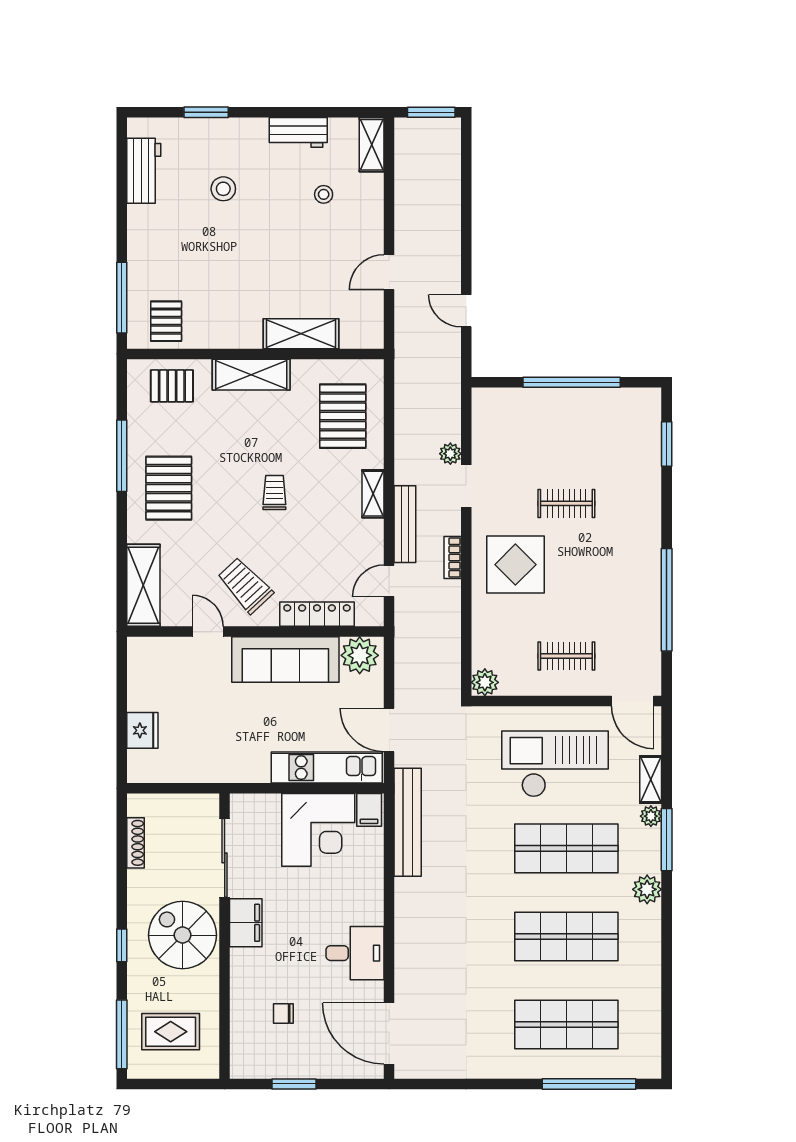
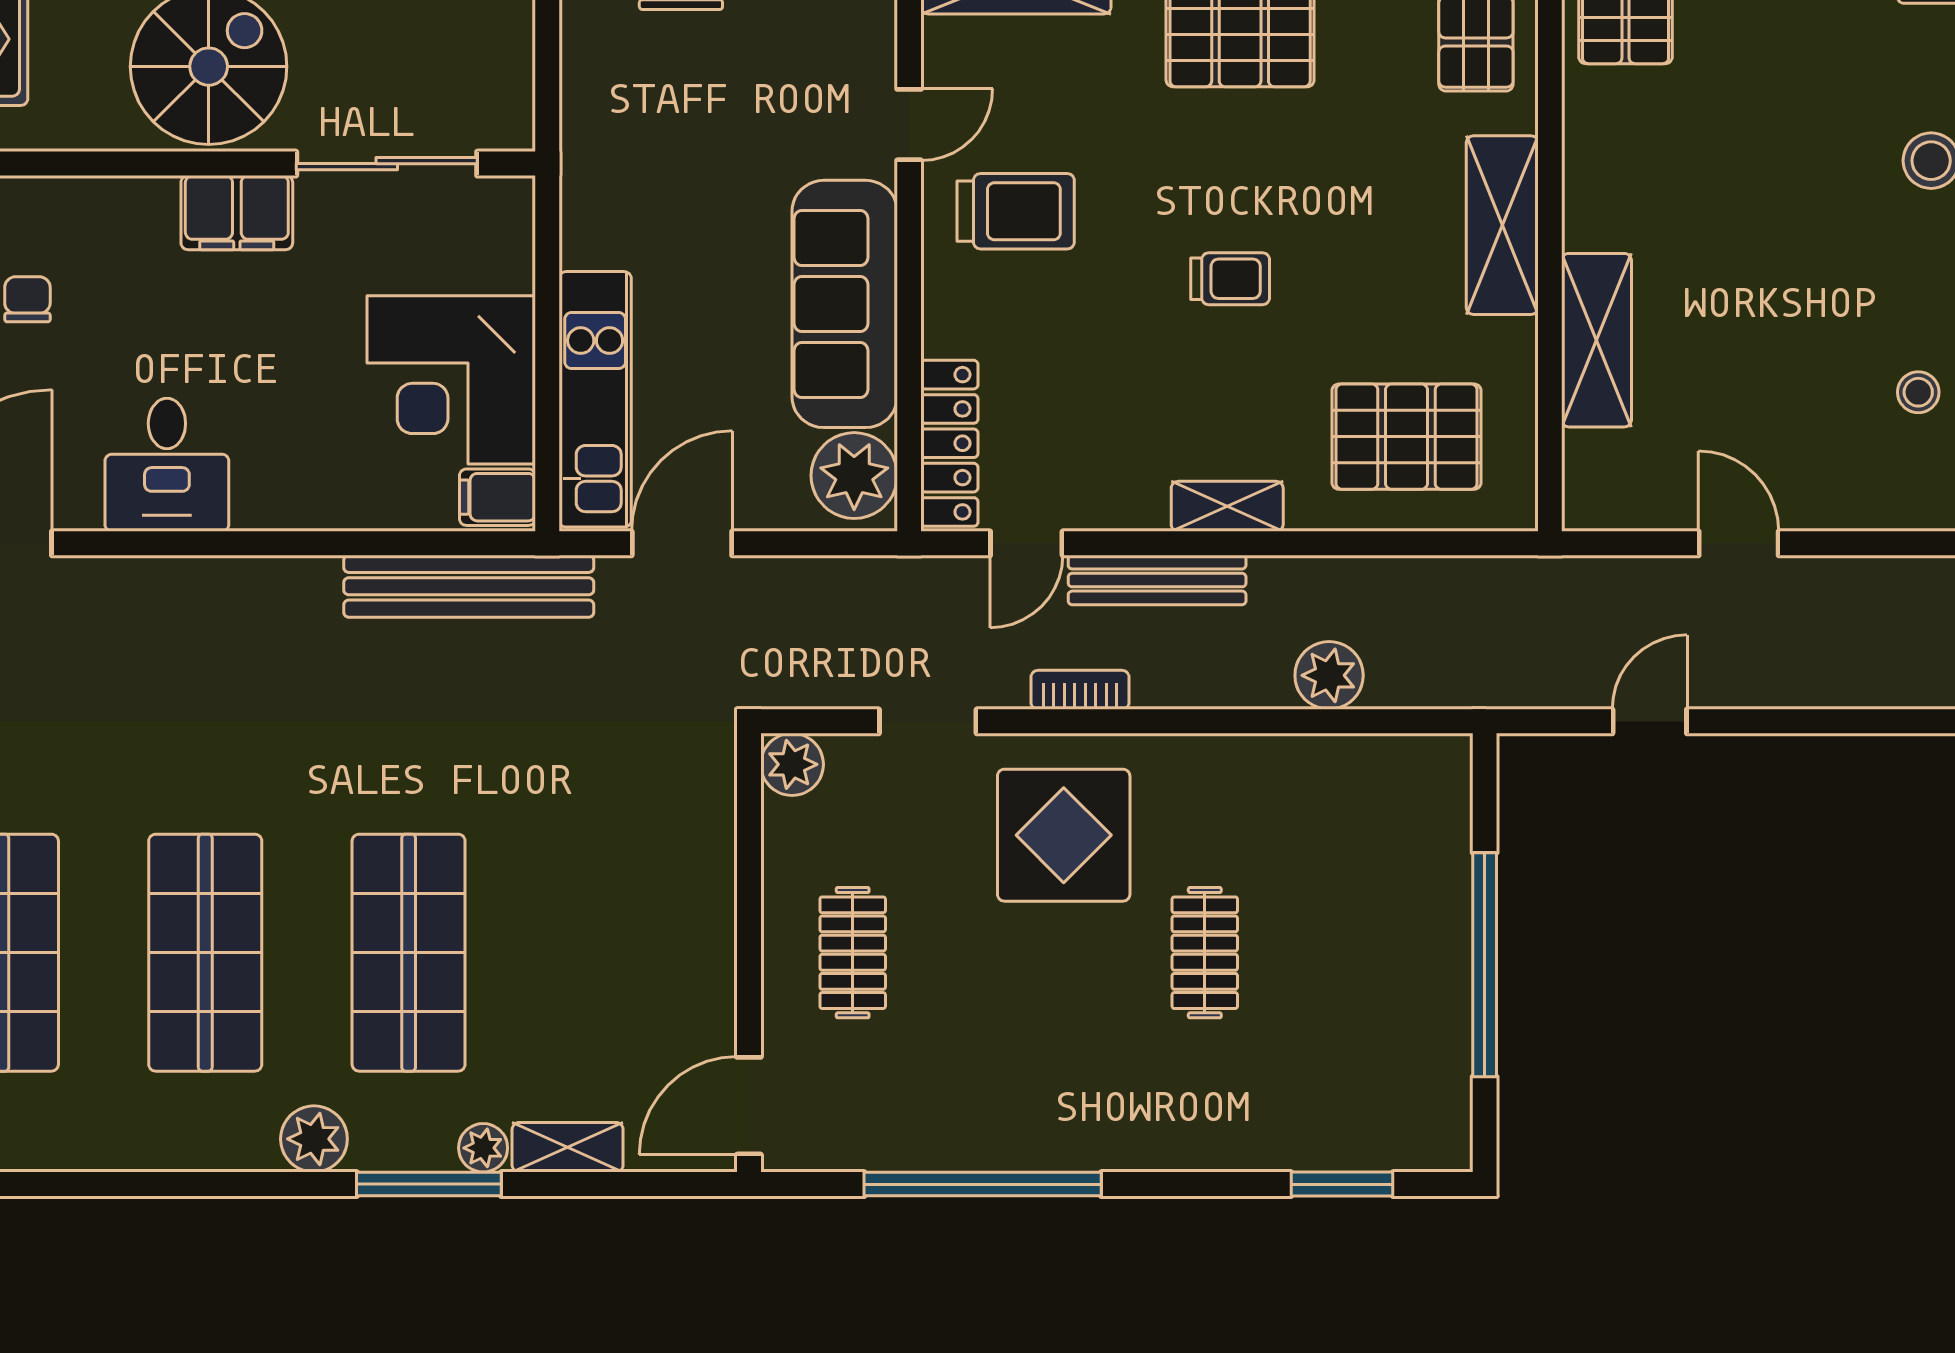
plant: (450, 454) -> (1329, 675), width x1.38, depth x1.38
doorway: (466, 486) -> (928, 721), moved
door: (389, 581) -> (1026, 543), swing flipped
trolley: (245, 585) -> (1016, 211), turned 43
locker: (317, 614) -> (949, 443), moved
checkout: (555, 764) -> (604, 926), removed

